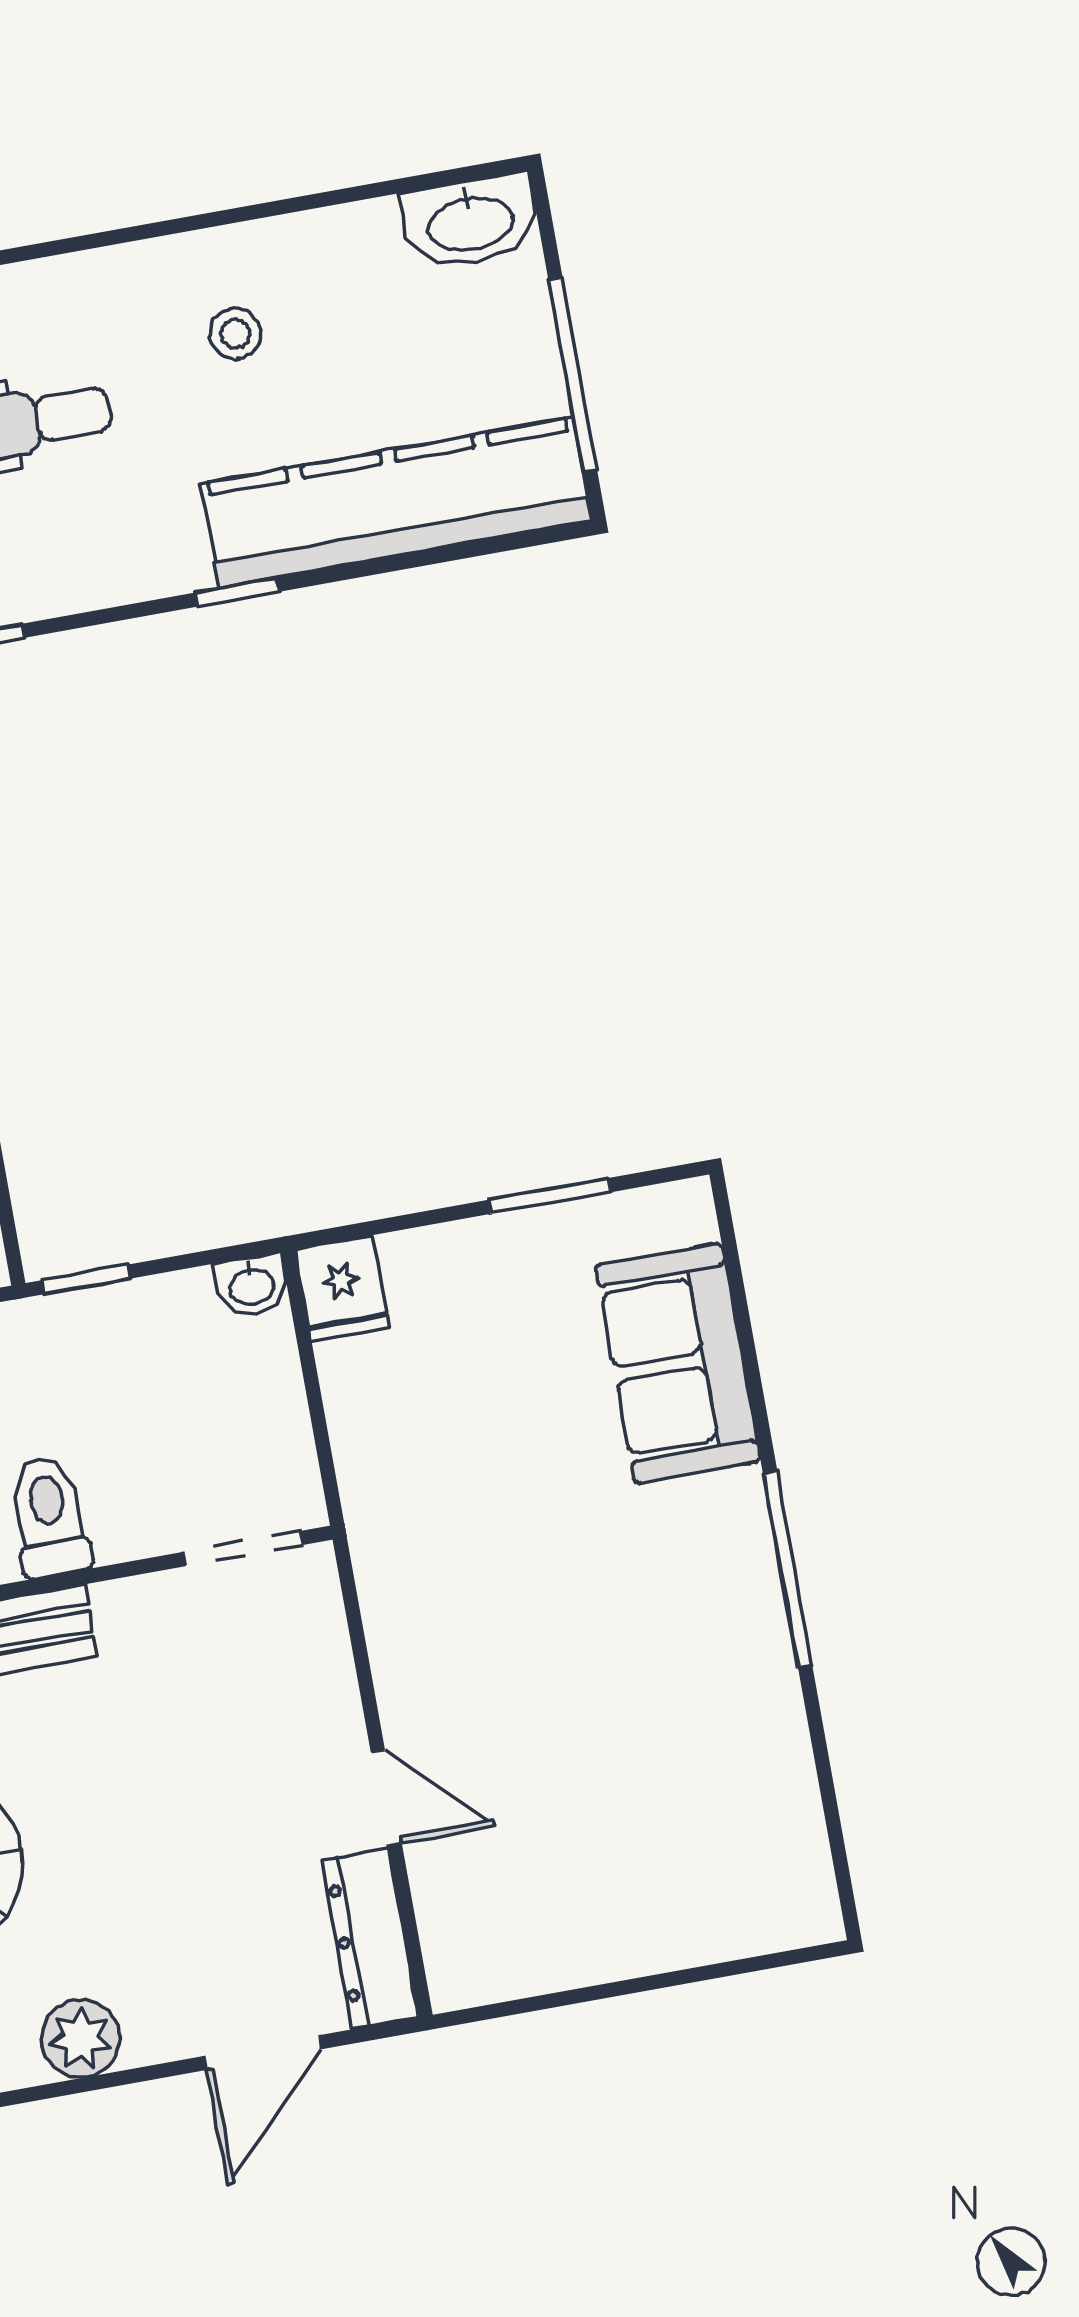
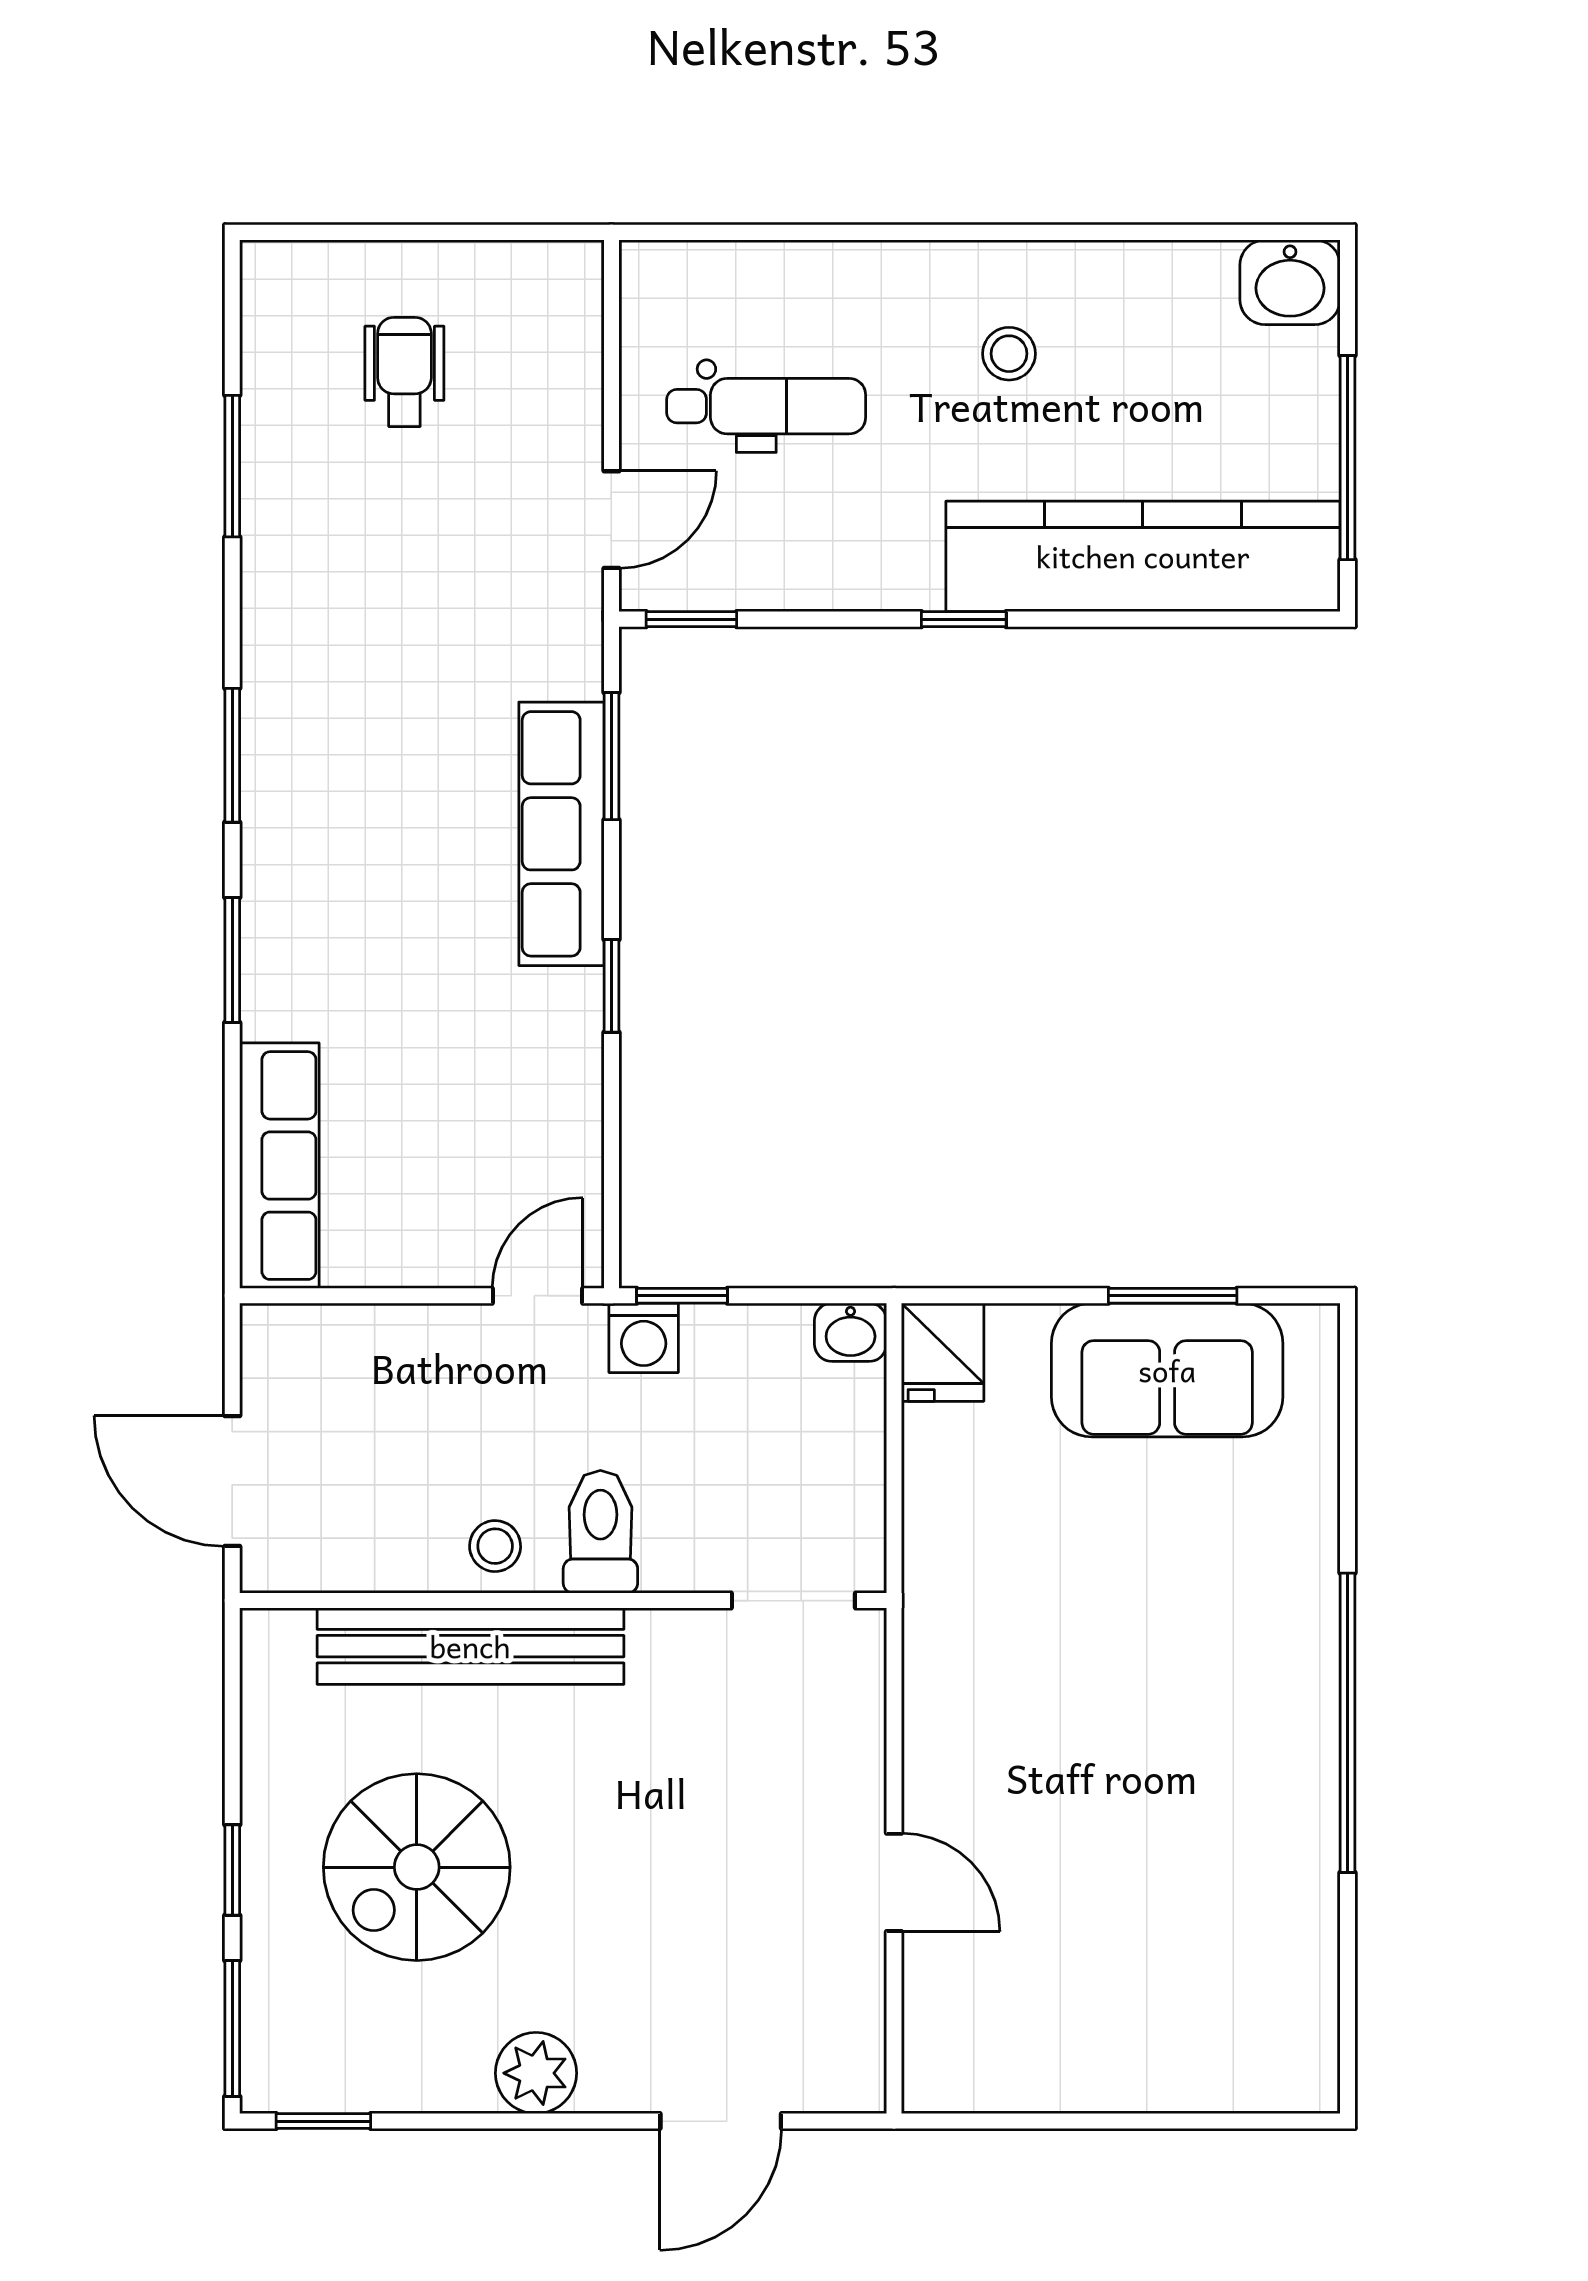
washbasin: (470, 222) -> (1290, 282), width x0.72
washing machine: (57, 1326) -> (644, 1338), added
sofa: (678, 1363) -> (1167, 1370), moved, turned -90
window: (788, 1570) -> (1348, 1723), width x1.46
dresser: (370, 1939) -> (851, 2024), removed

